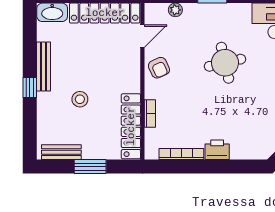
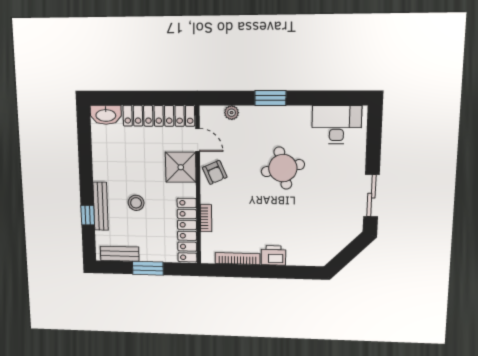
door: (142, 36) -> (198, 140), hinge flipped
shower: (125, 63) -> (181, 167), added
bench: (44, 66) -> (101, 206), moved
window: (30, 87) -> (88, 215), moved

